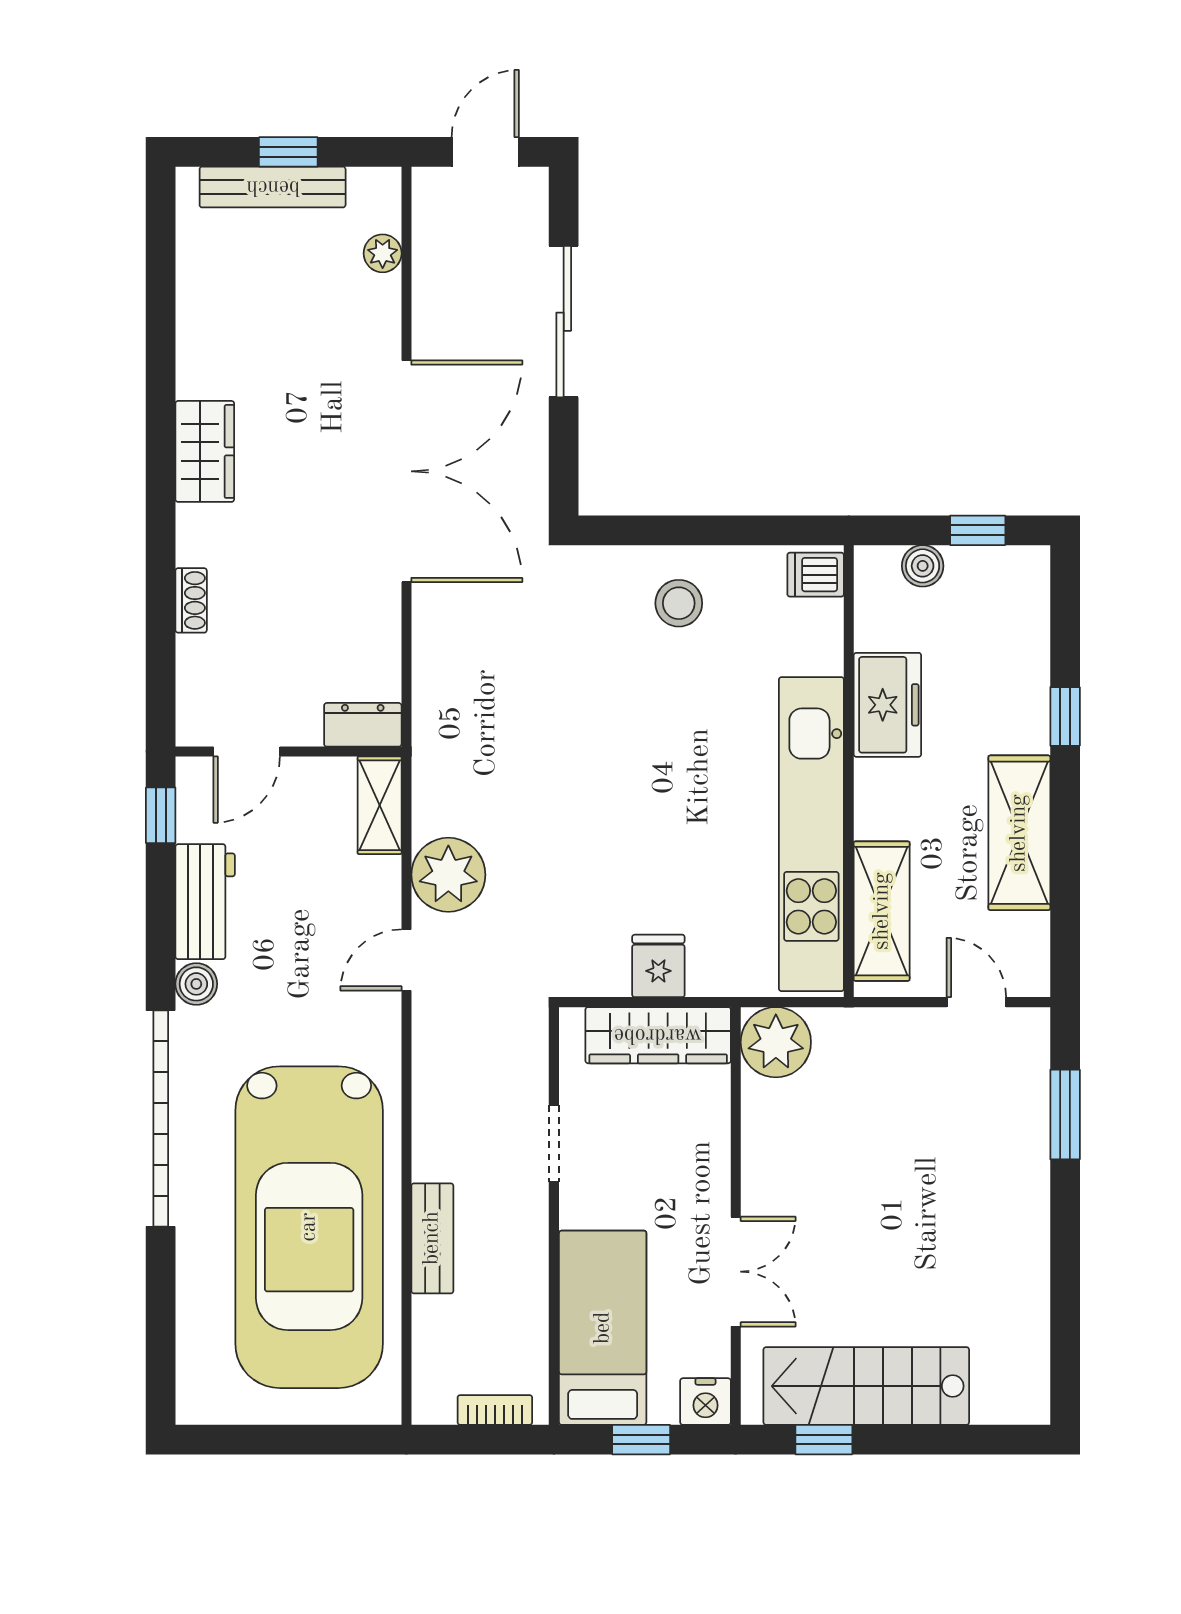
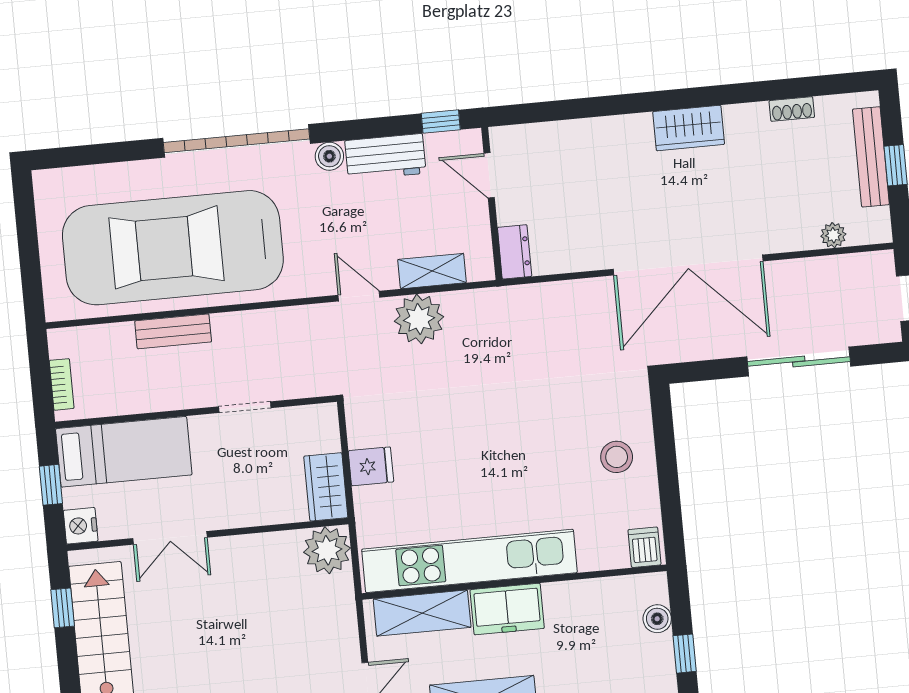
shoe rack: (191, 600) -> (792, 109), moved
freezer: (887, 705) -> (507, 609), moved
shelving: (380, 805) -> (432, 271), moved
wardrobe: (658, 1035) -> (326, 487), width x0.67

